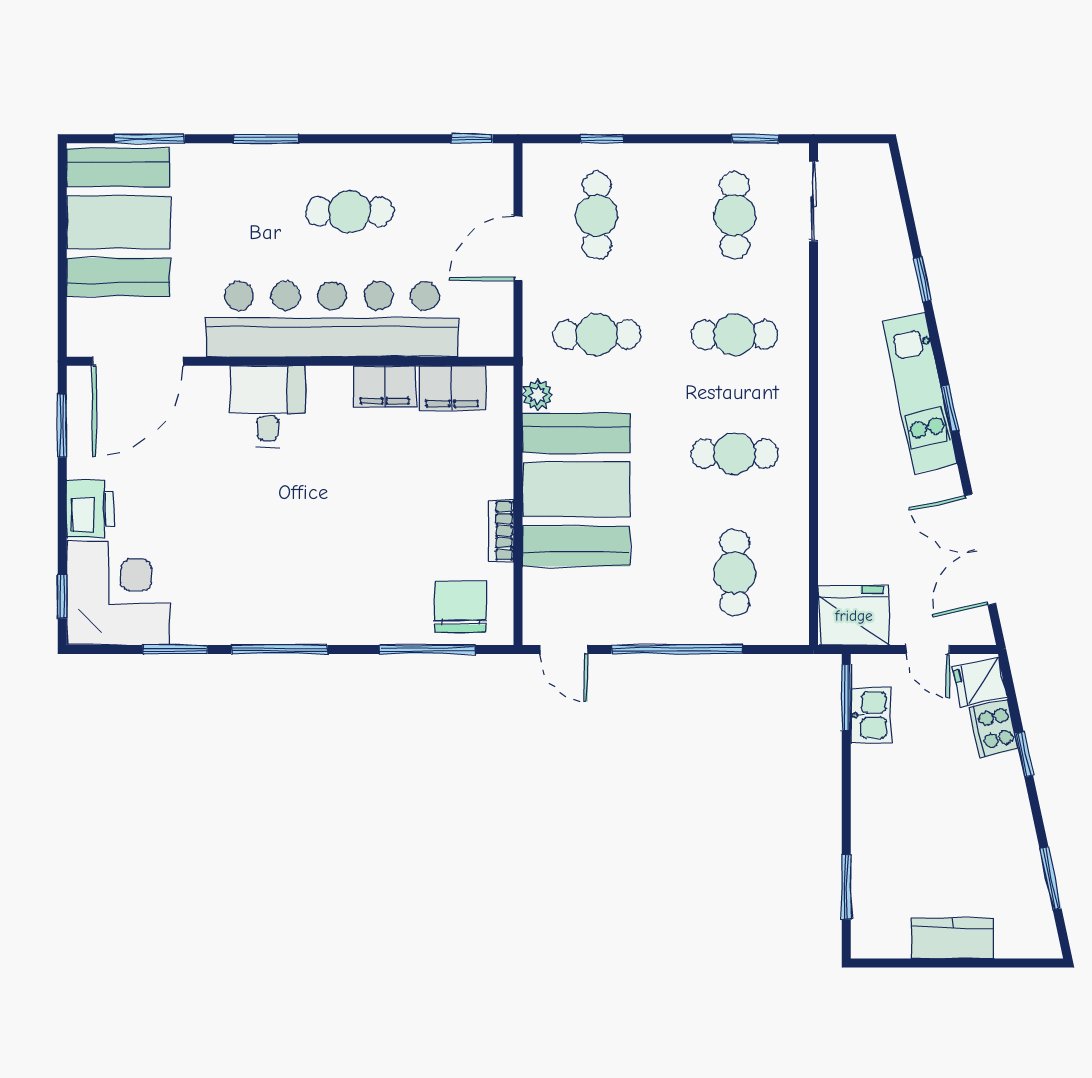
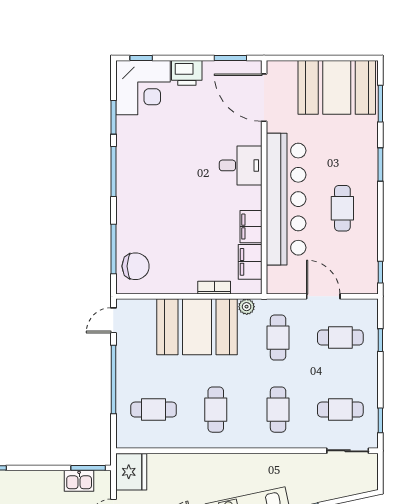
bookcase: (501, 531) -> (214, 288), moved

